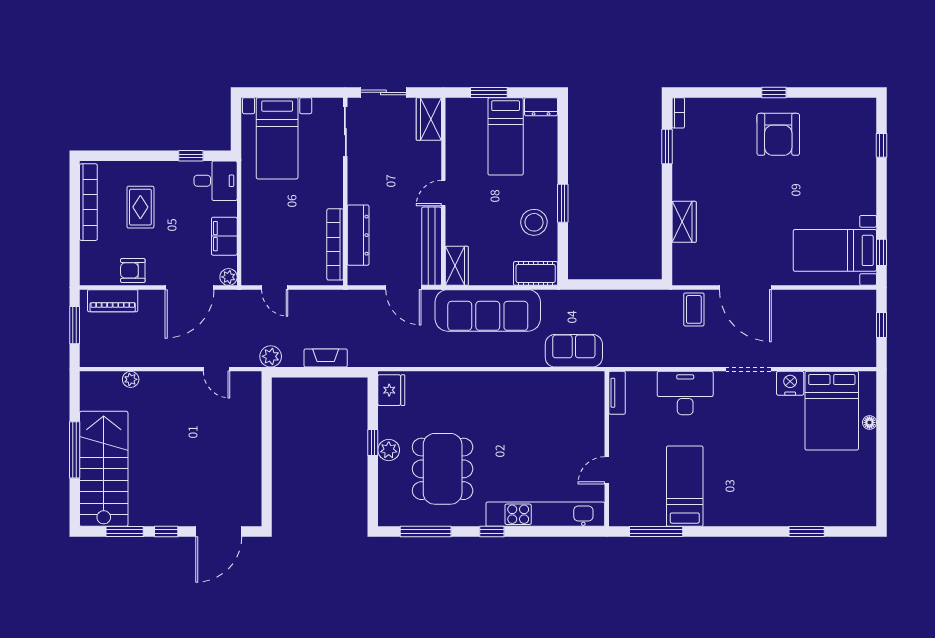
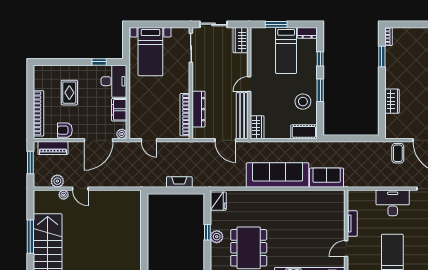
window: (563, 151) -> (320, 59), added
desk: (216, 181) -> (114, 81), width x1.37
bookcase: (88, 202) -> (39, 113), moved
sofa: (488, 310) -> (278, 175), moved, turned 180
plant: (271, 356) -> (57, 181), moved
door: (216, 369) -> (80, 189), moved
tv unit: (617, 393) -> (352, 224), moved

